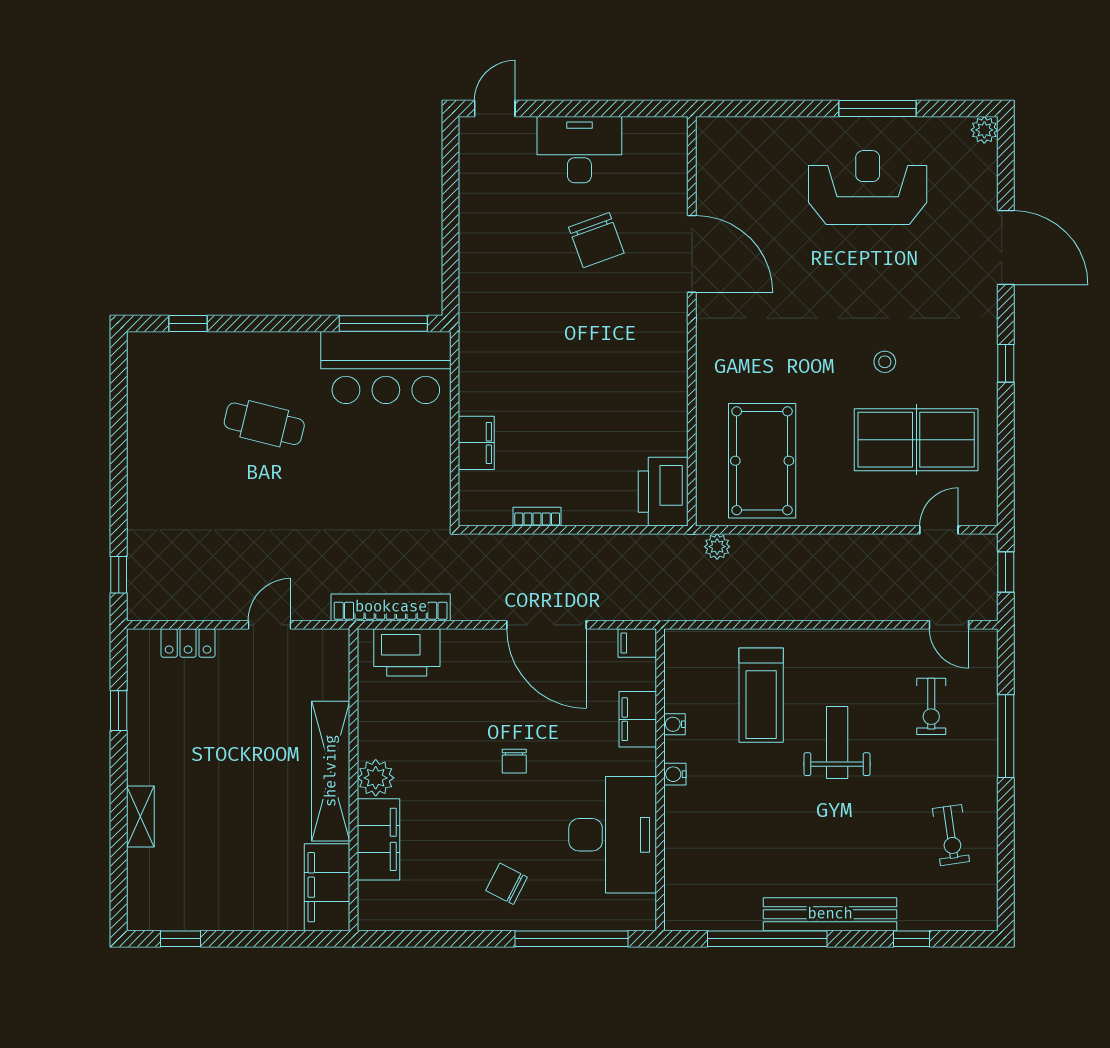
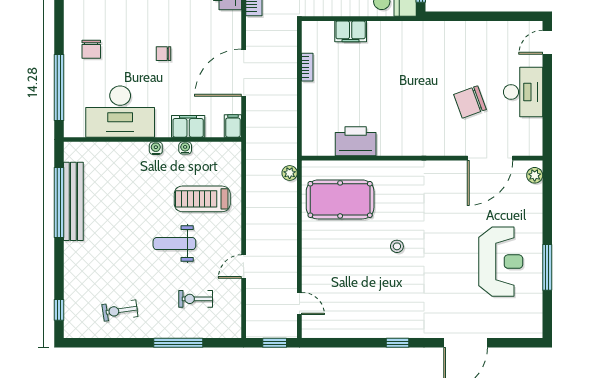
door: (495, 109) -> (547, 42), swing flipped
plant: (984, 130) -> (535, 175), moved
door: (692, 254) -> (490, 158), moved
stool: (885, 362) -> (397, 246), moved
table tennis table: (916, 440) -> (353, 290), removed
printer: (663, 492) -> (356, 141), moved
door: (949, 625) -> (244, 267), moved
weight bench: (837, 742) -> (174, 244), turned 180
chair: (507, 884) -> (91, 49), turned 153
bench: (830, 914) -> (73, 201), moved
window: (912, 939) -> (59, 310), moved

